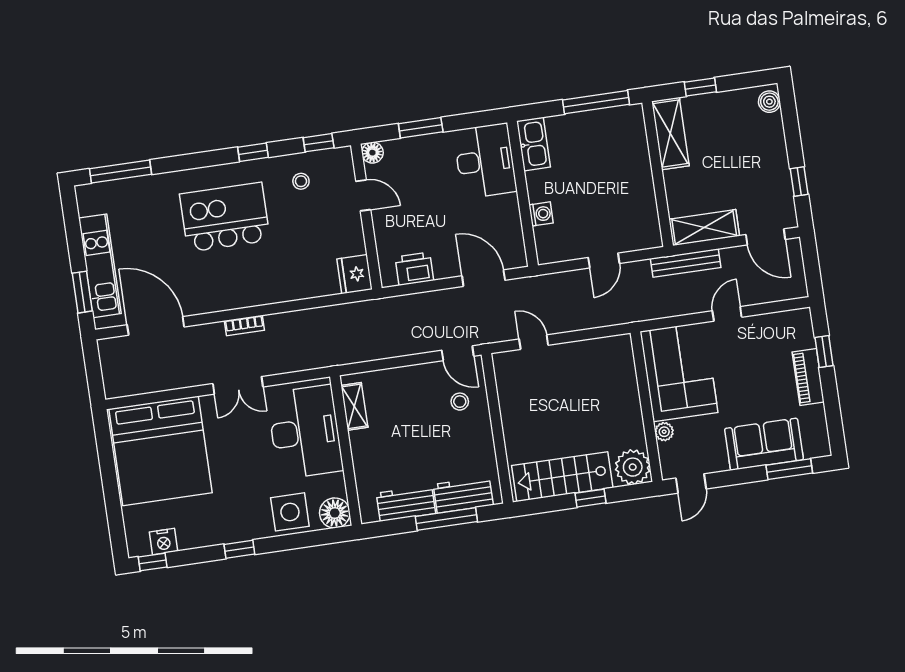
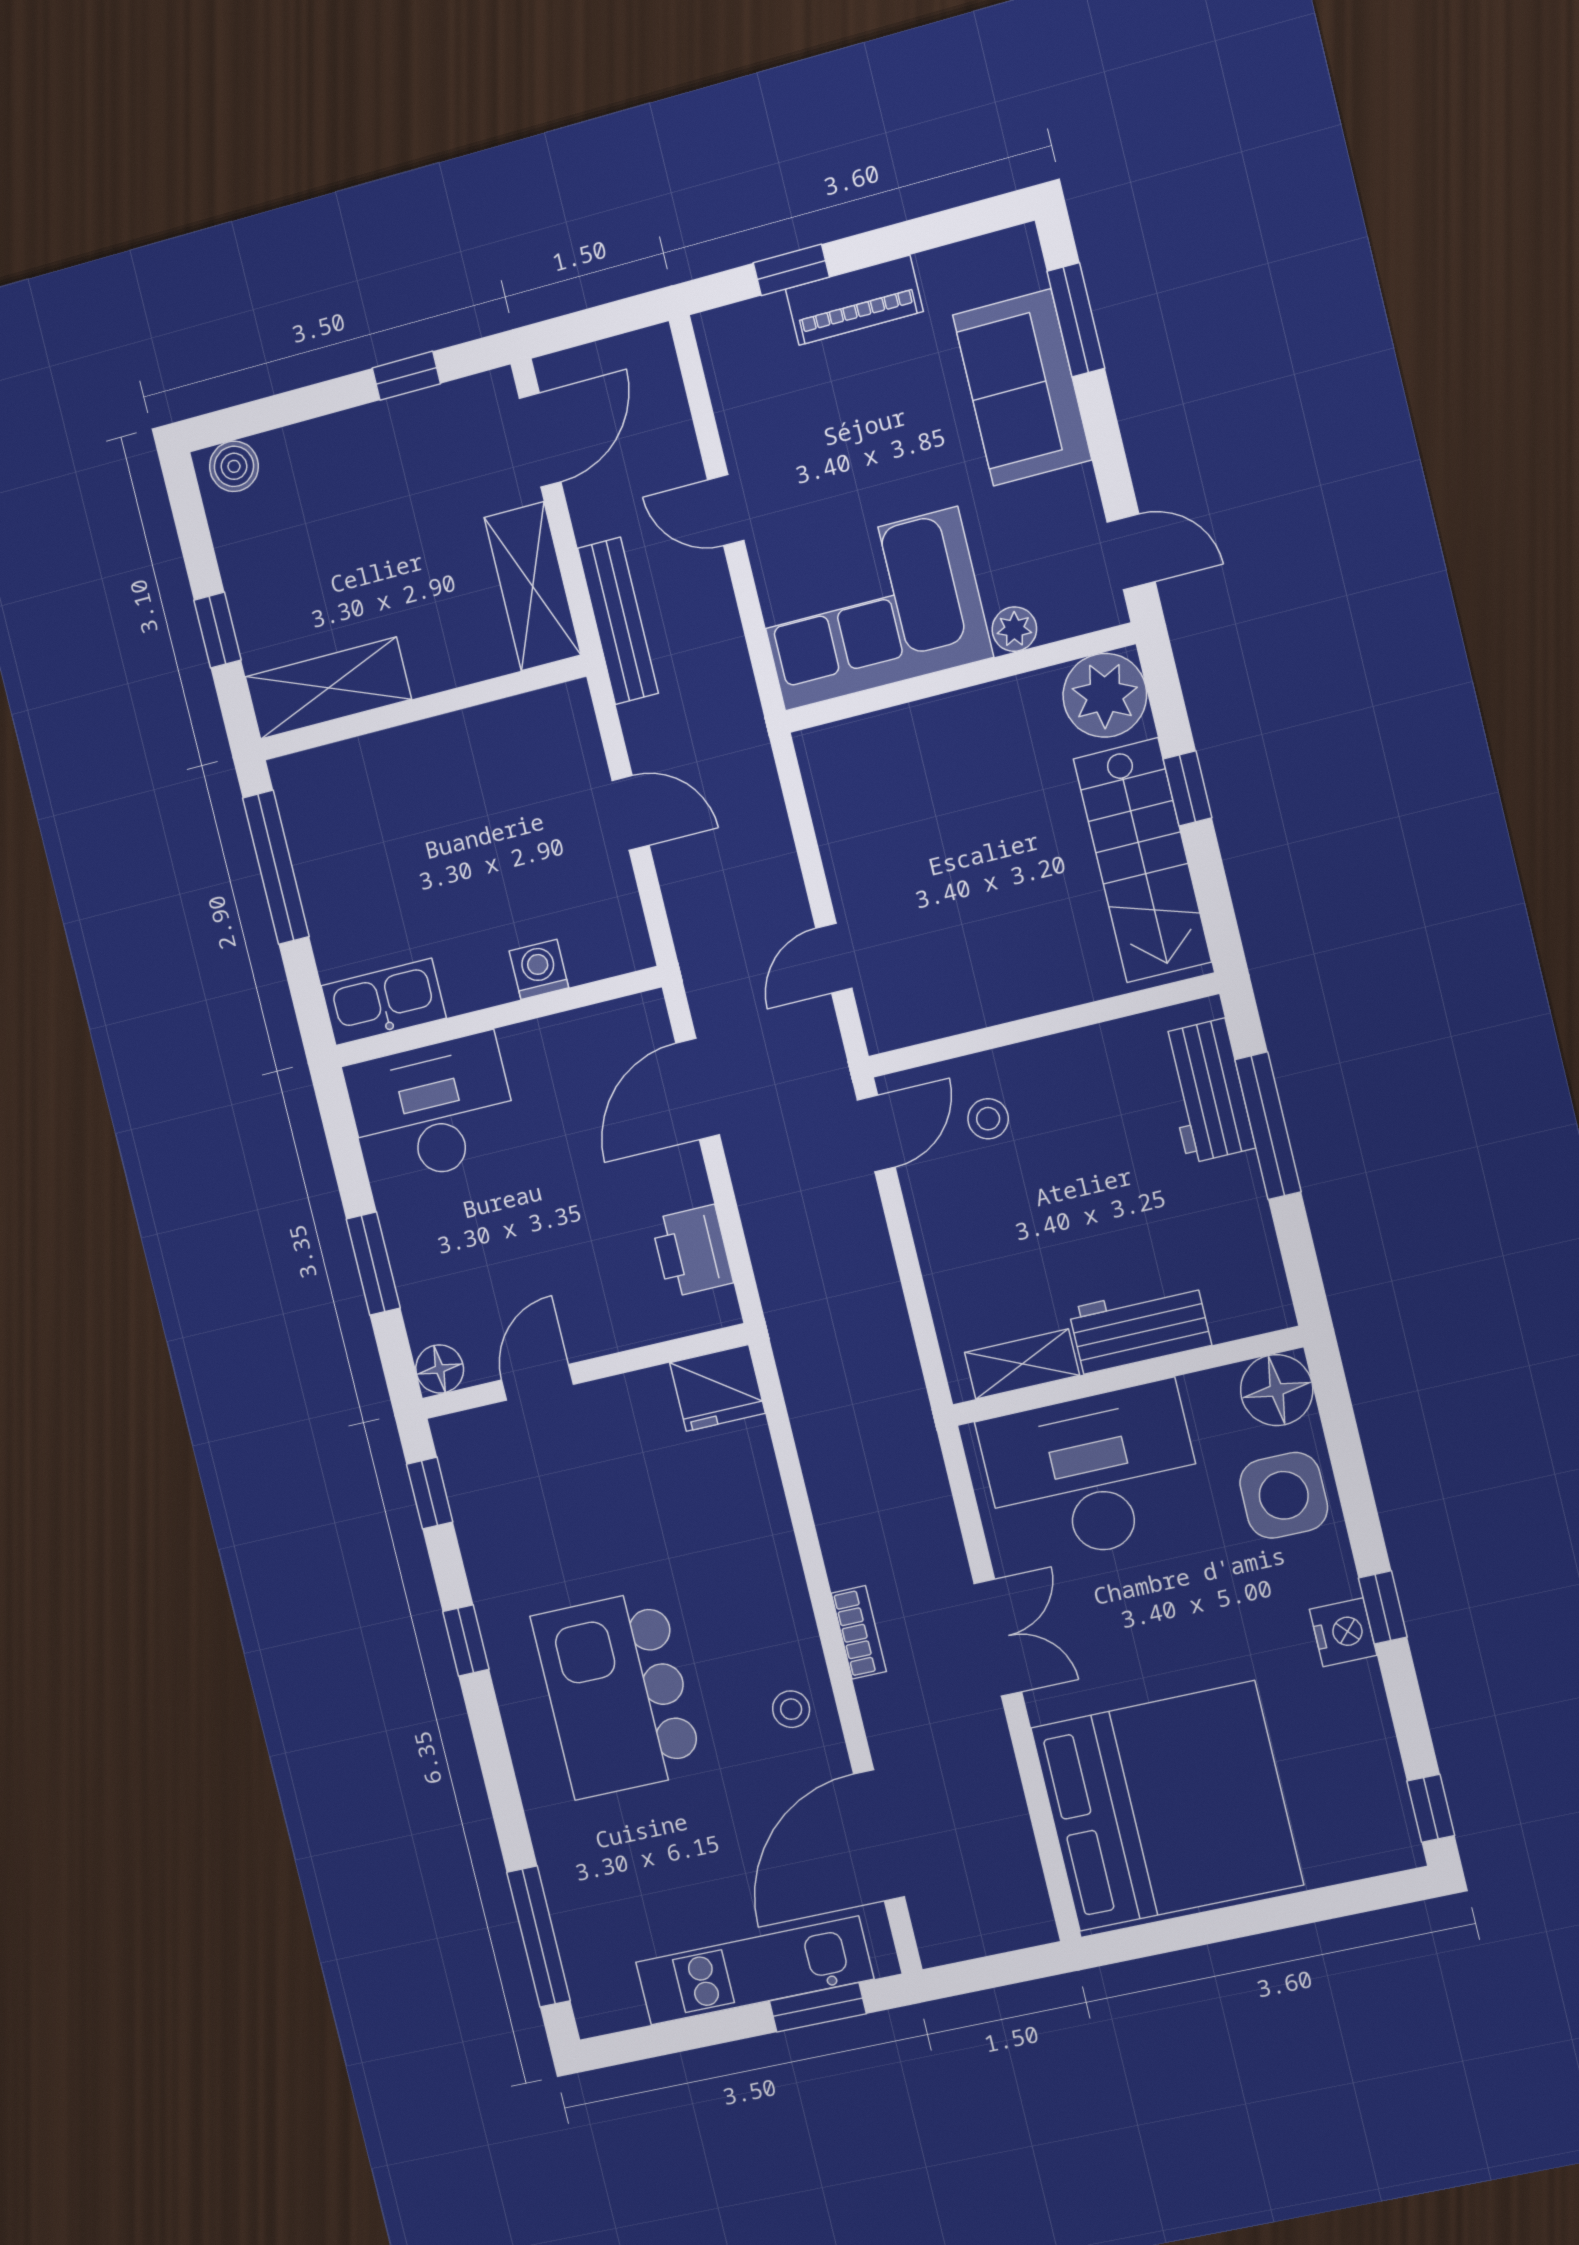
stool: (301, 181) -> (791, 1709), moved
workbench: (406, 503) -> (1140, 1327), moved, turned 90
nightstand: (164, 542) -> (1343, 1632), moved

